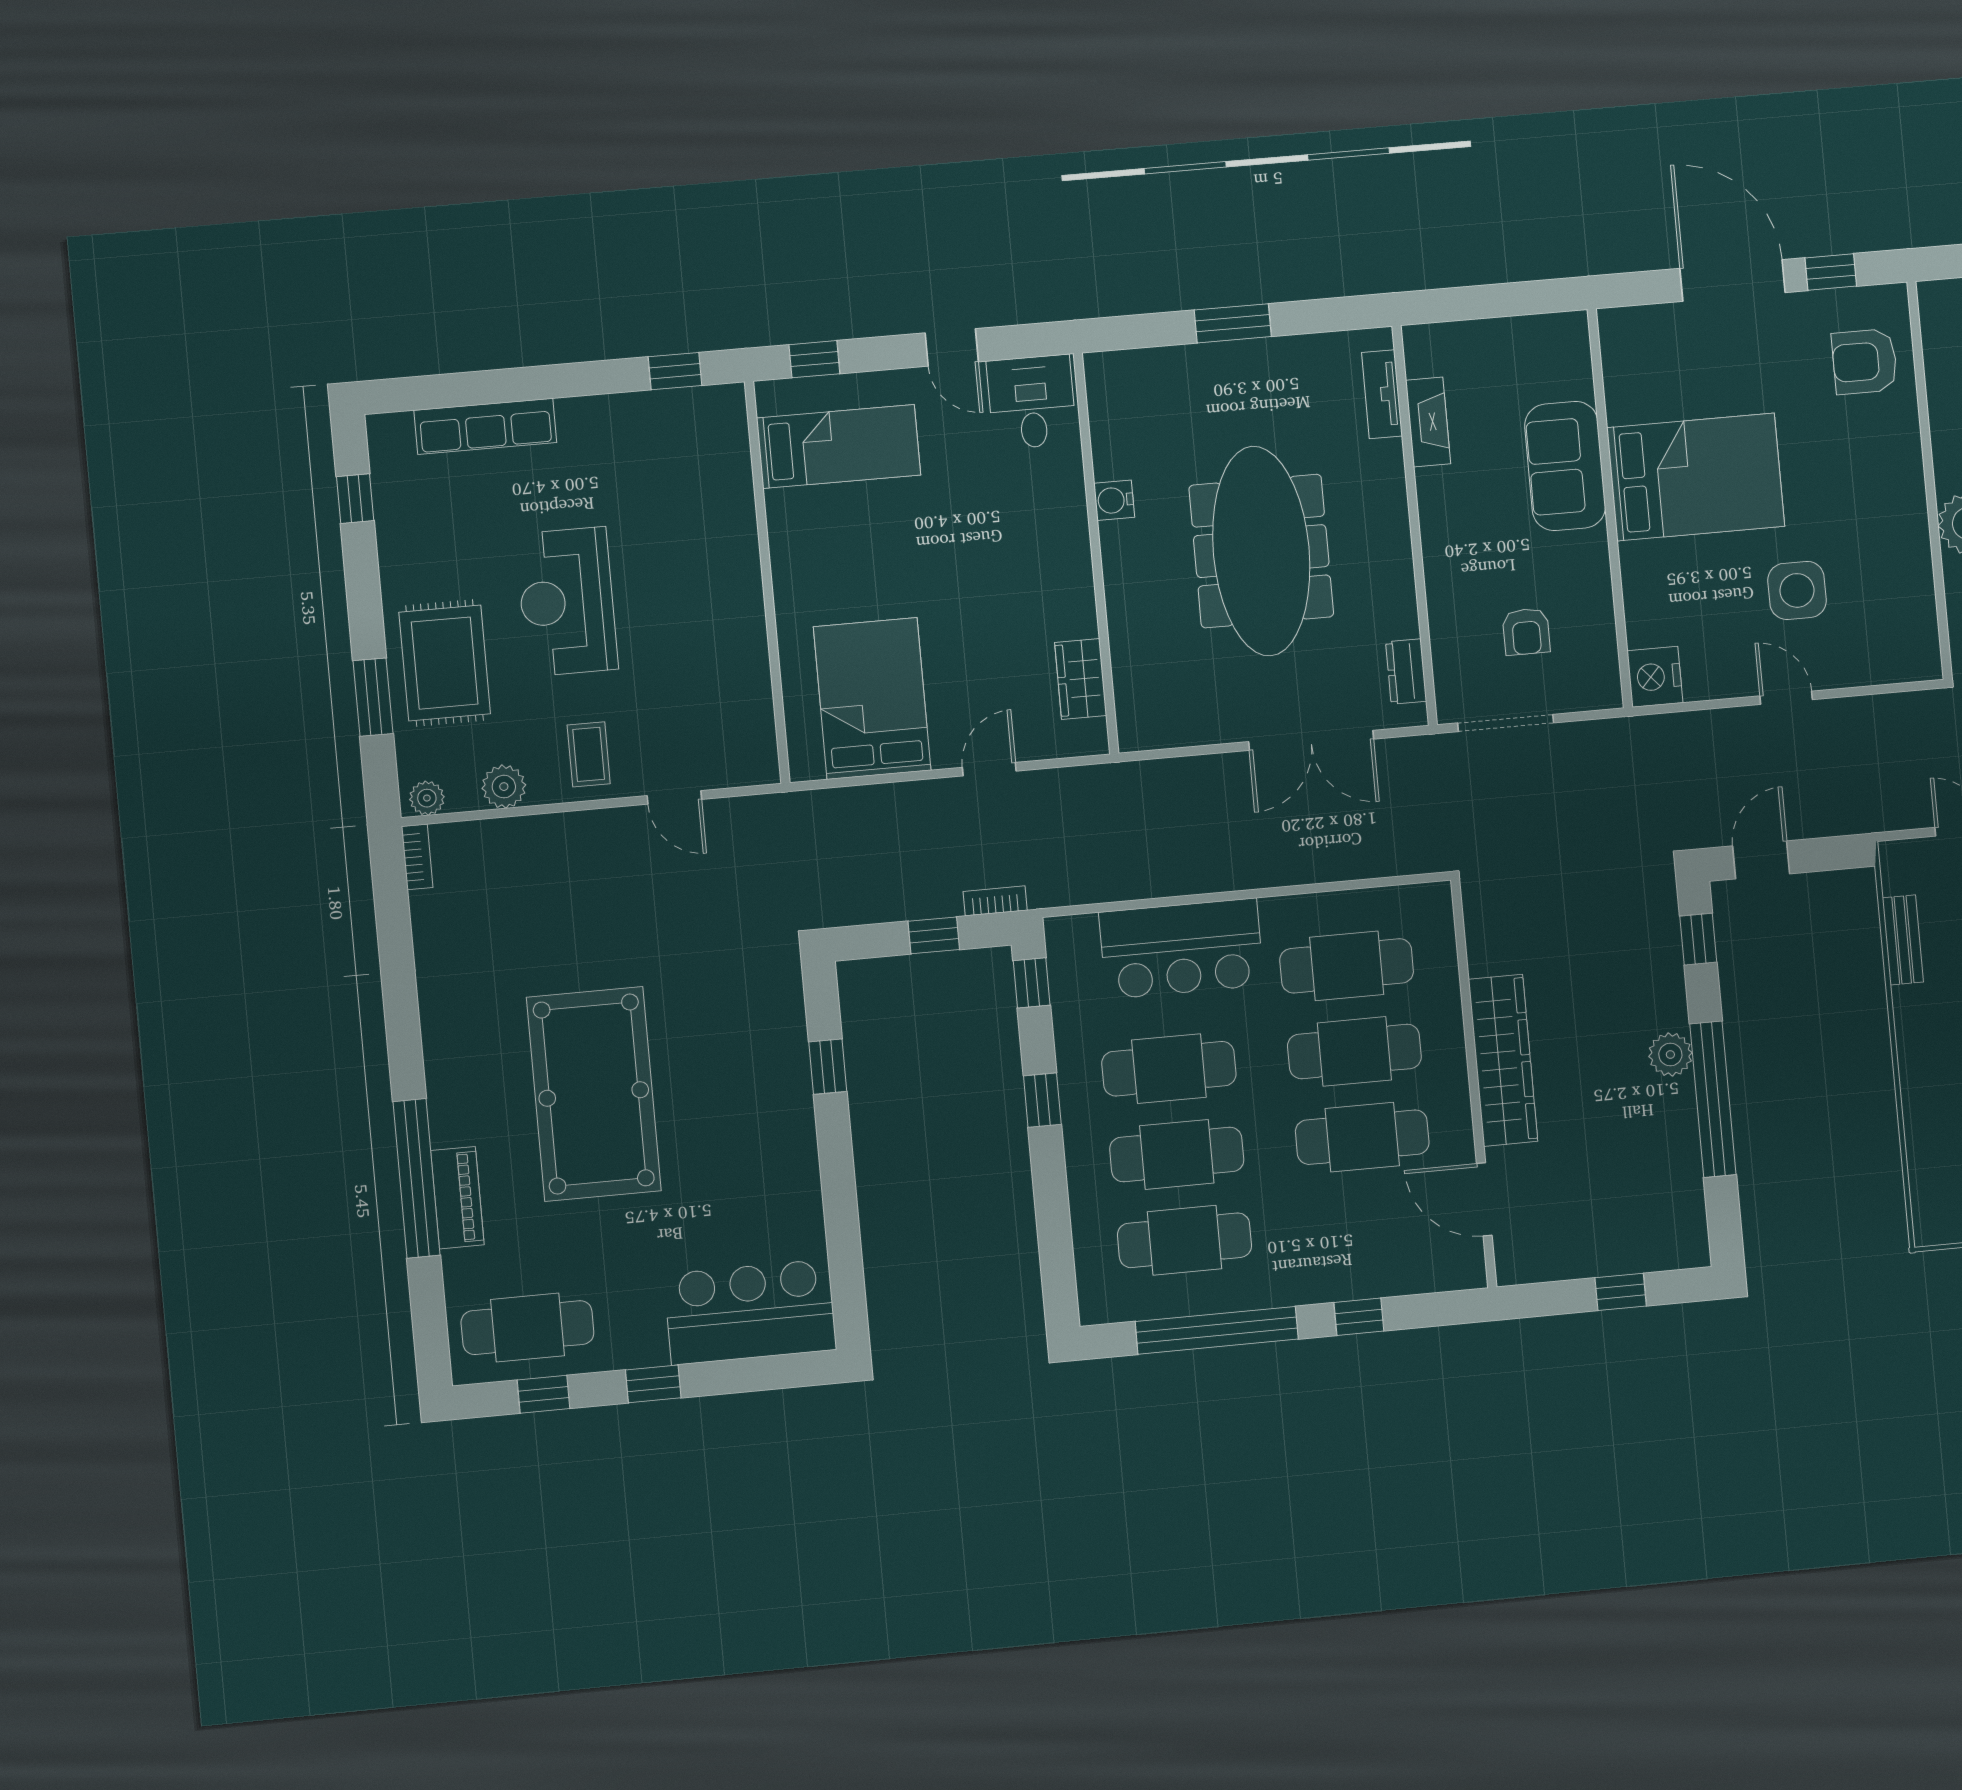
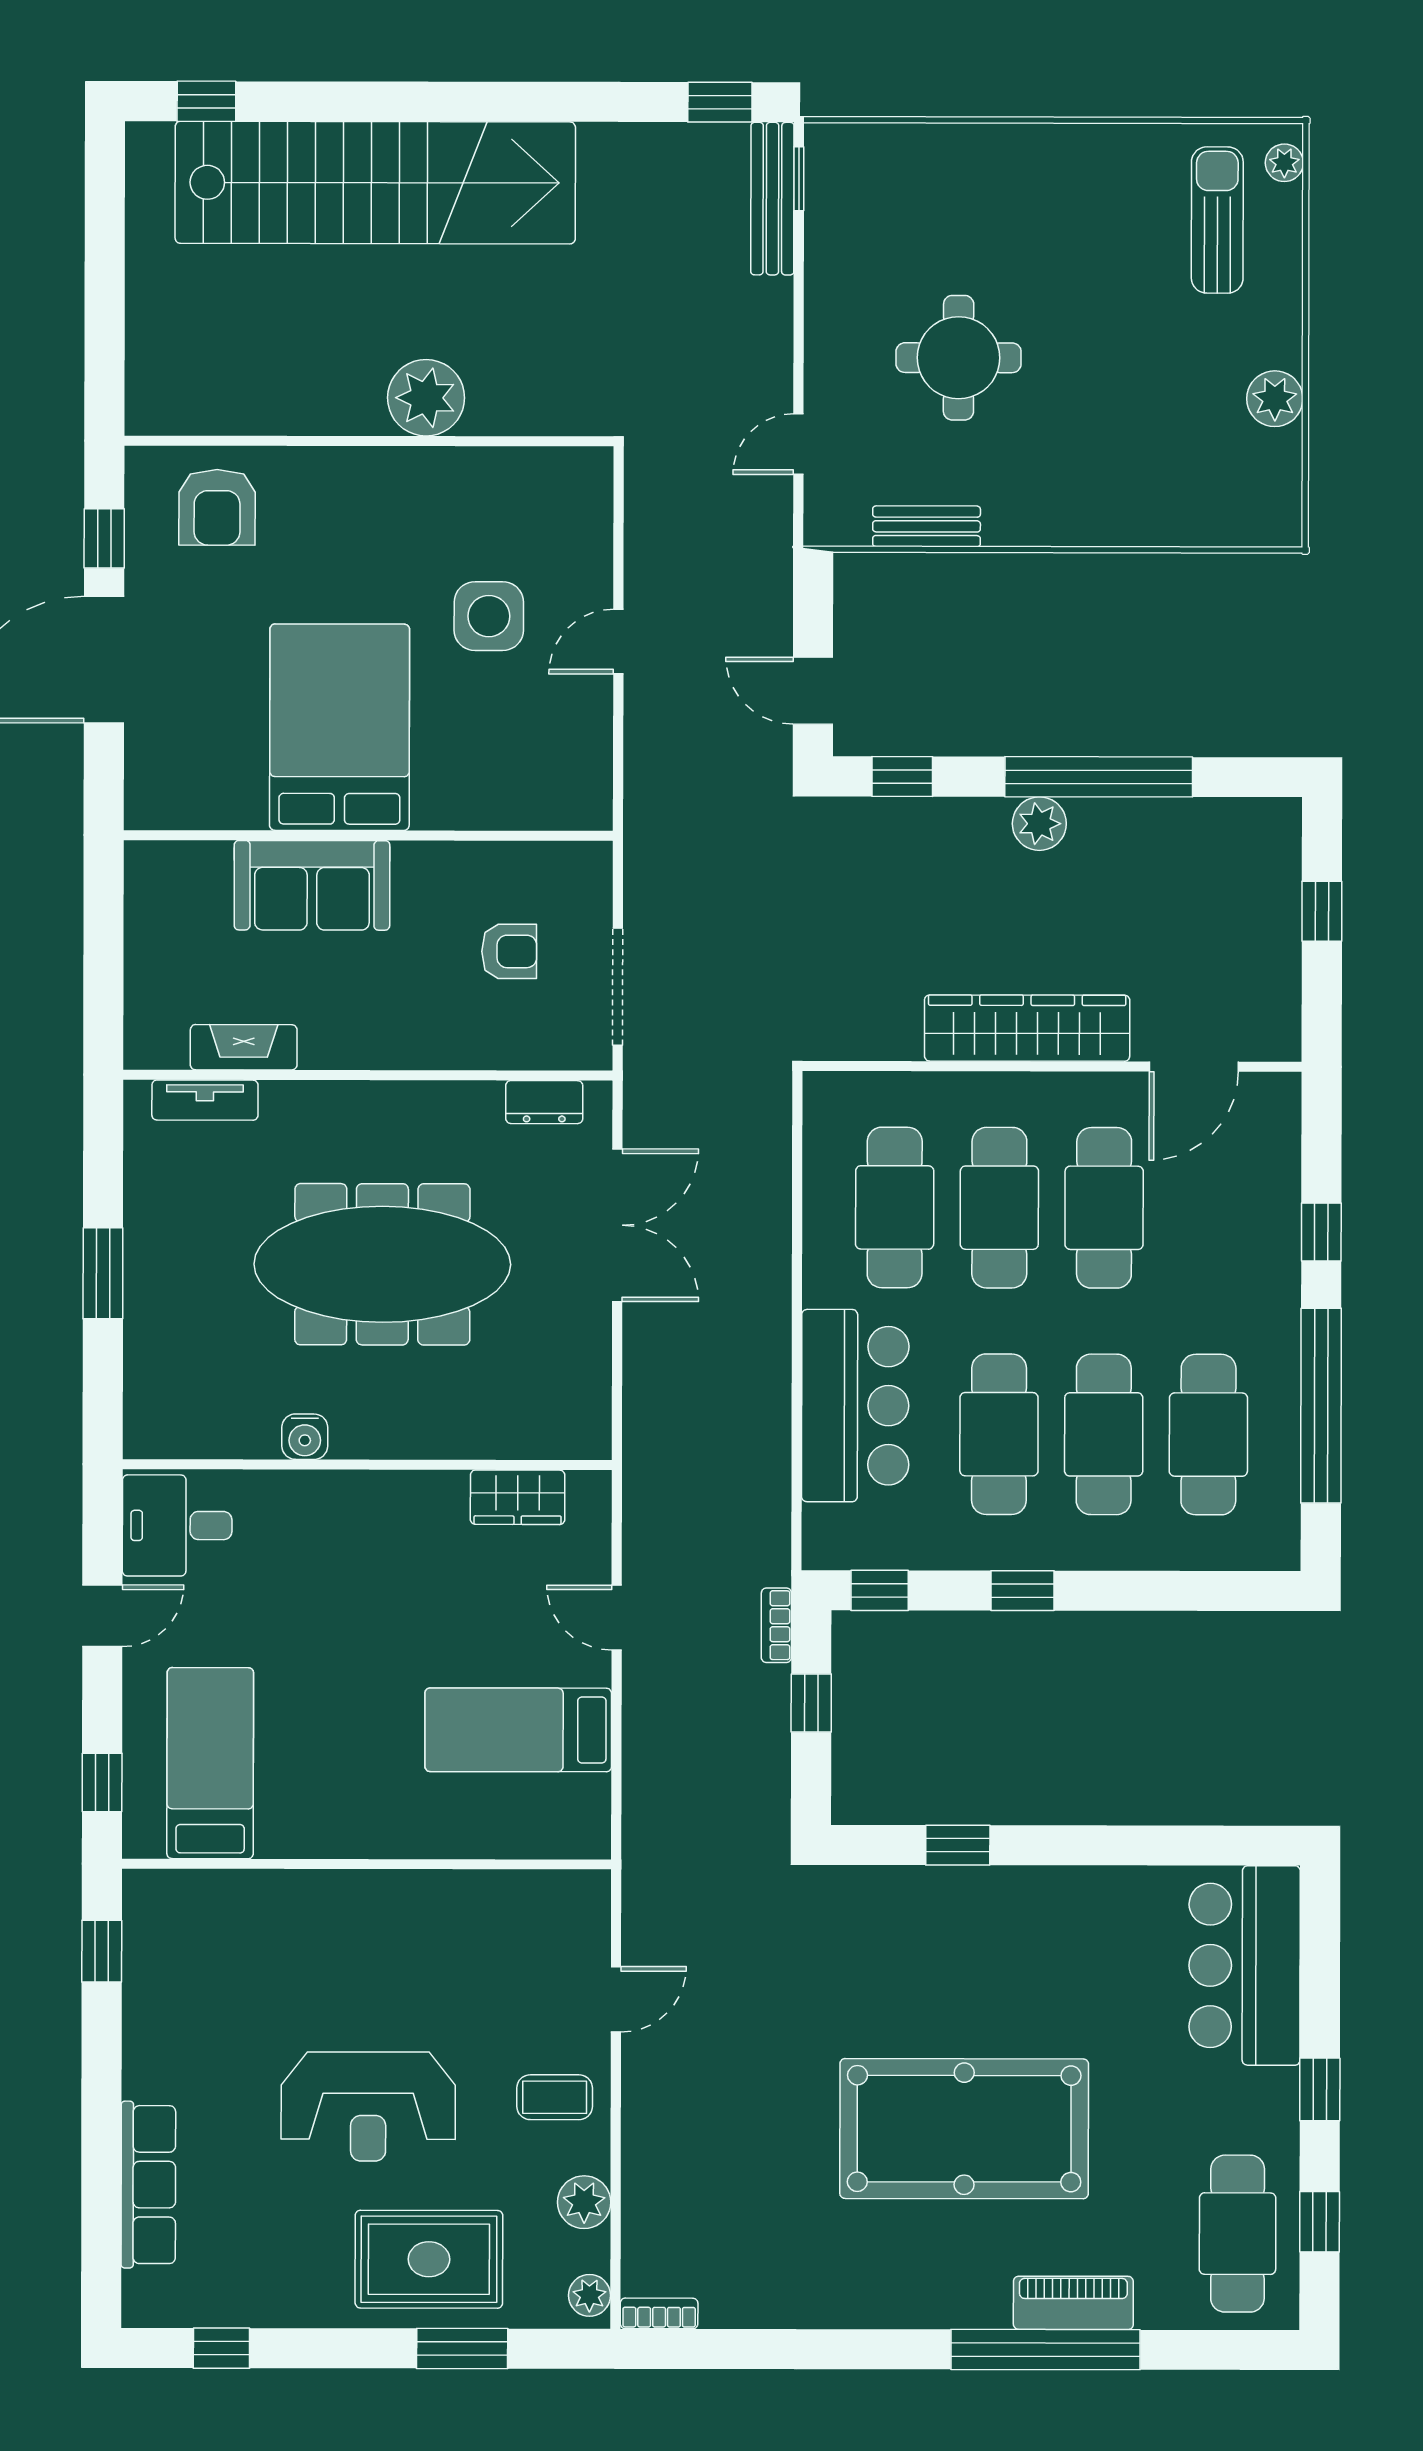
nightstand: (1655, 677) -> (578, 800), removed
bed: (872, 698) -> (518, 1730), width x0.67

